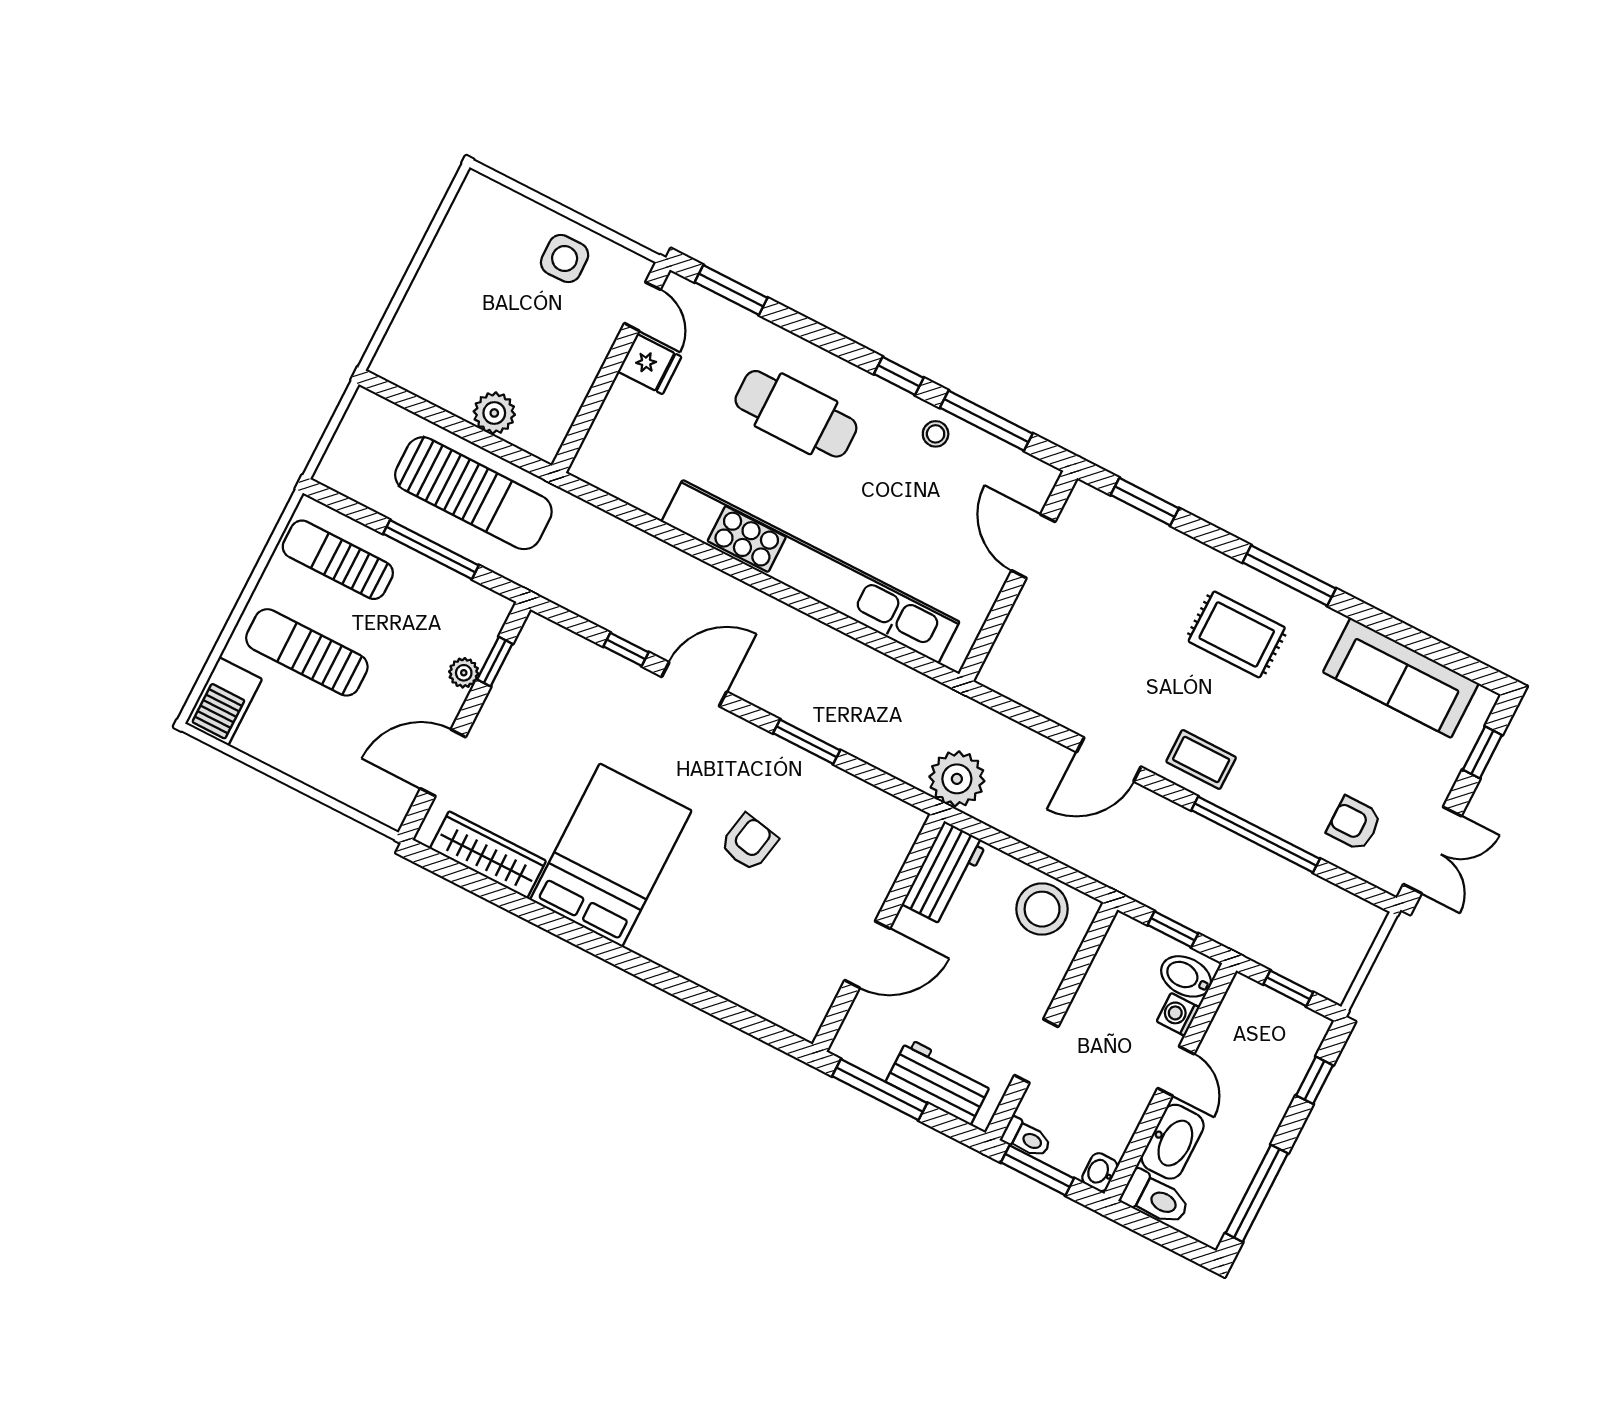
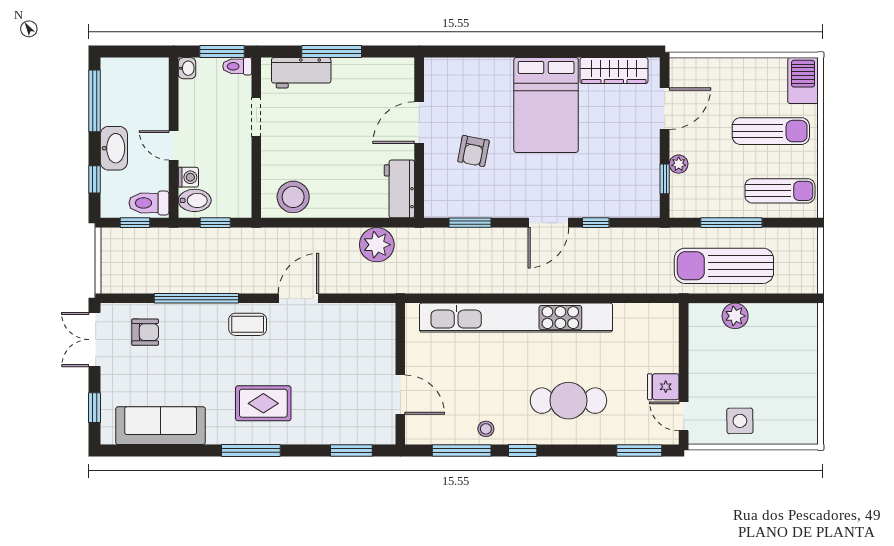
workbench: (944, 874) -> (399, 189), moved
wall: (878, 933) -> (419, 138), moved
door: (867, 954) -> (419, 123), moved
washbasin: (1173, 1142) -> (114, 148), moved, turned 180
toilet: (1155, 1198) -> (149, 203), moved

